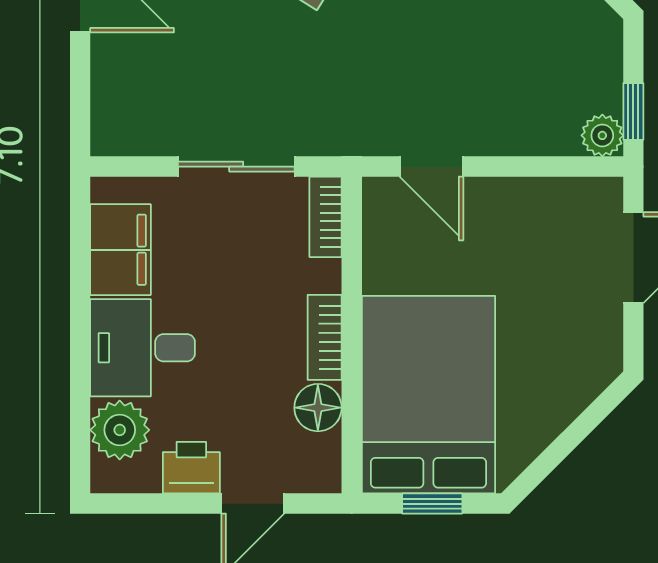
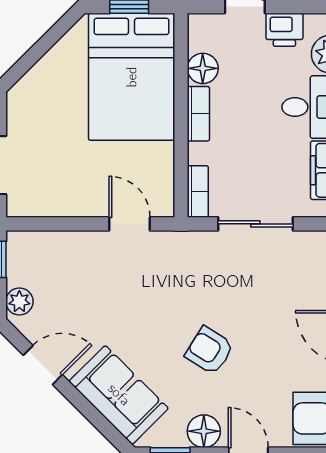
plant: (602, 135) -> (19, 302), moved

